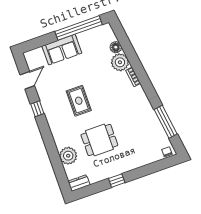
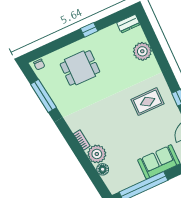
rug: (79, 101) -> (148, 102), moved, turned 90
dining table: (99, 140) -> (80, 68), moved

